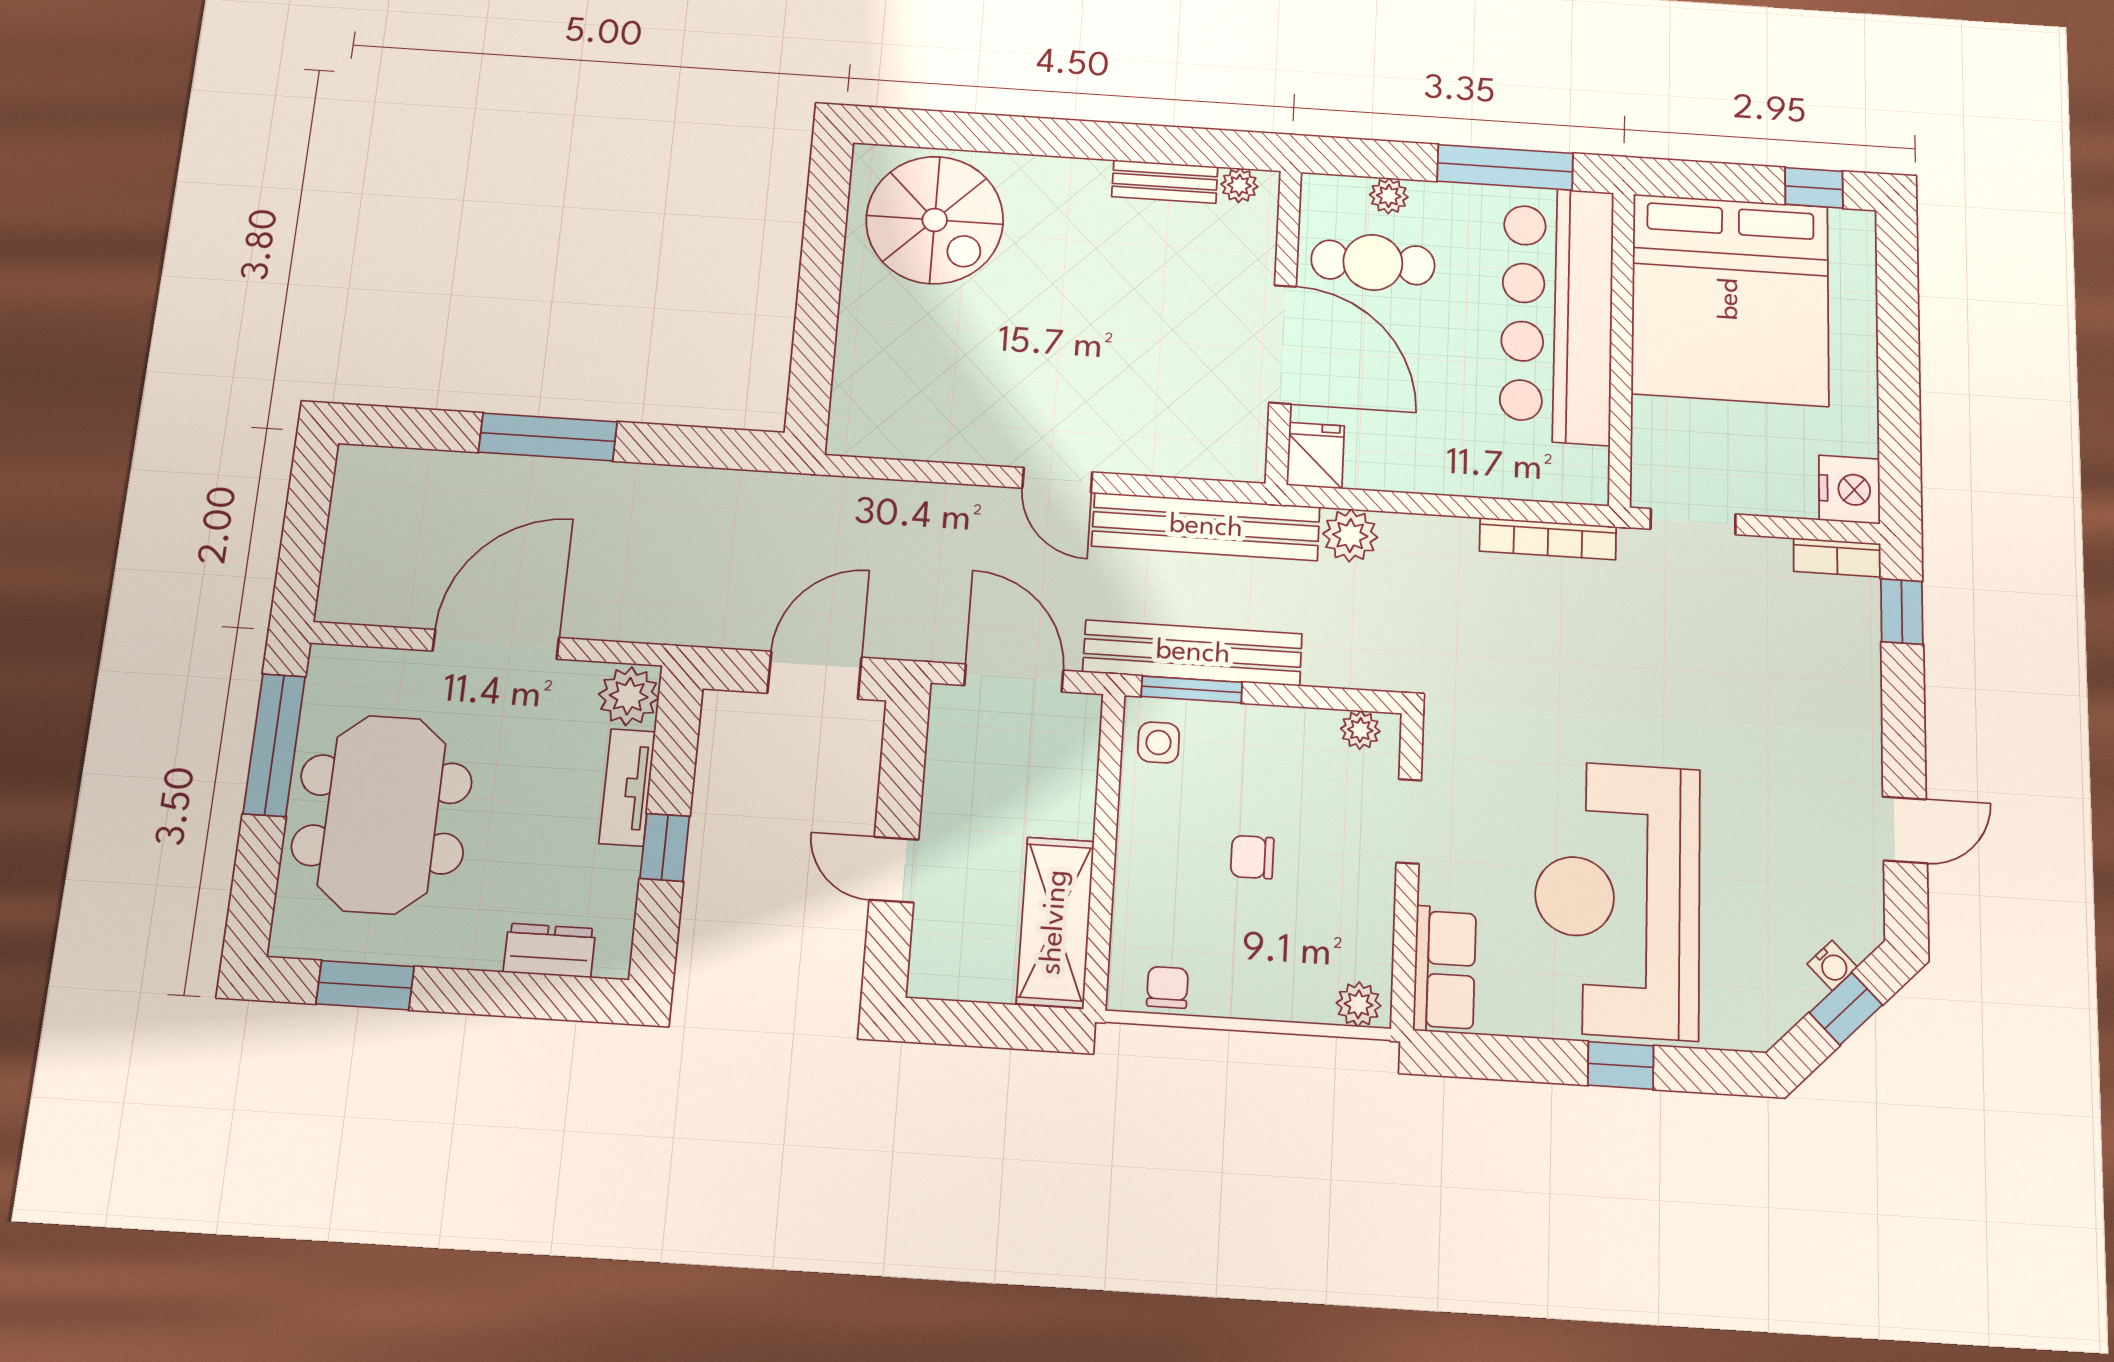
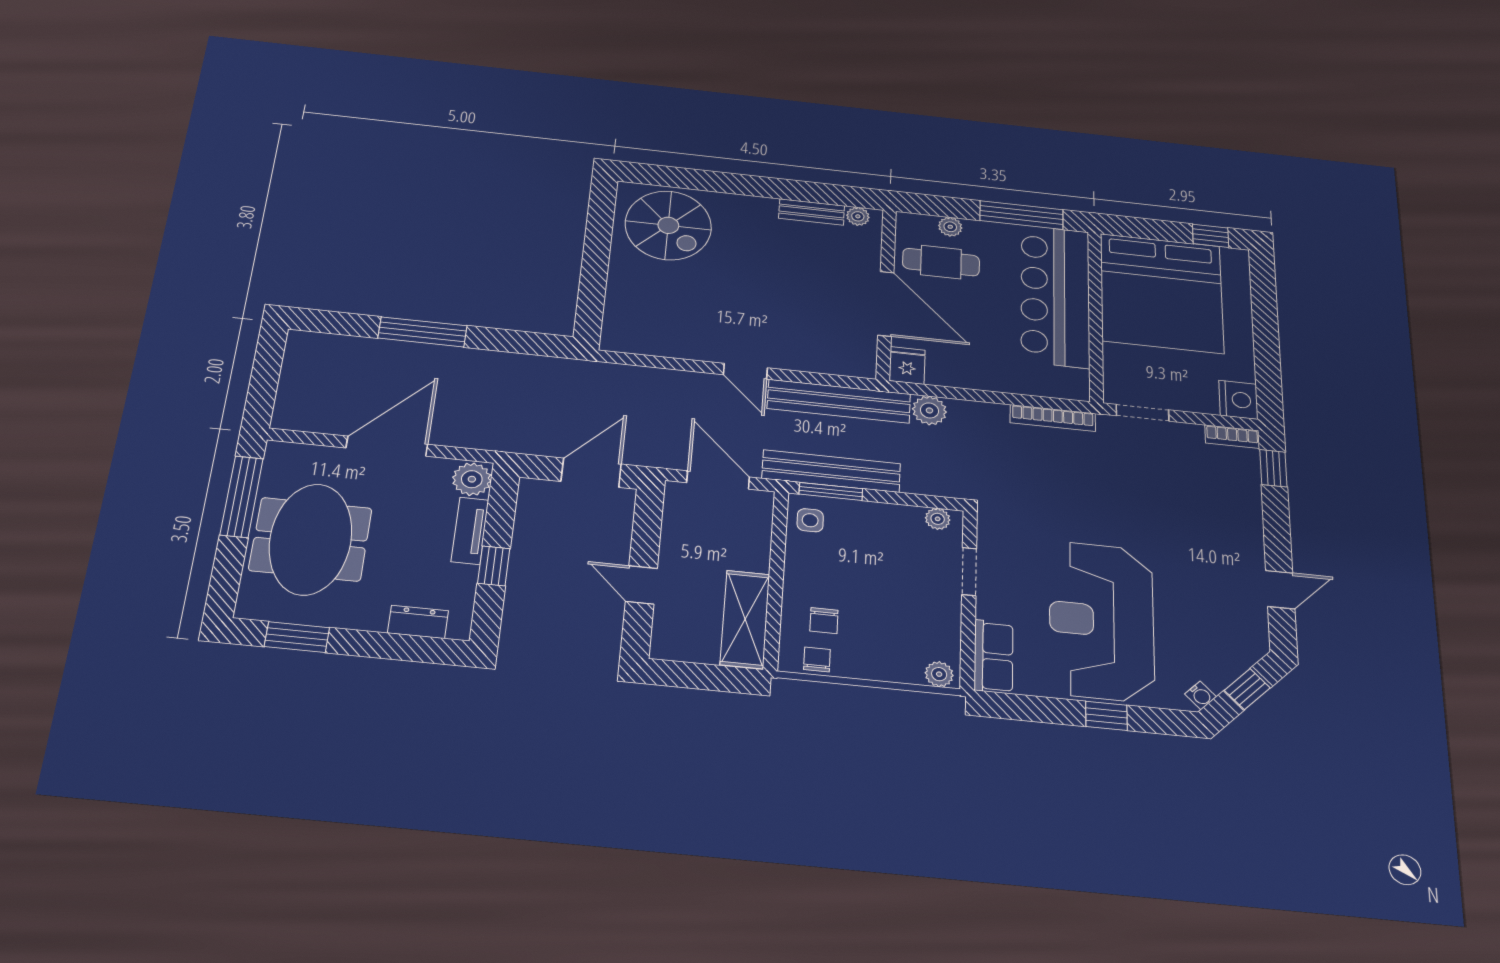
chair: (1252, 857) -> (824, 621), moved, turned -90
water cooler: (1832, 965) -> (1201, 695), moved

